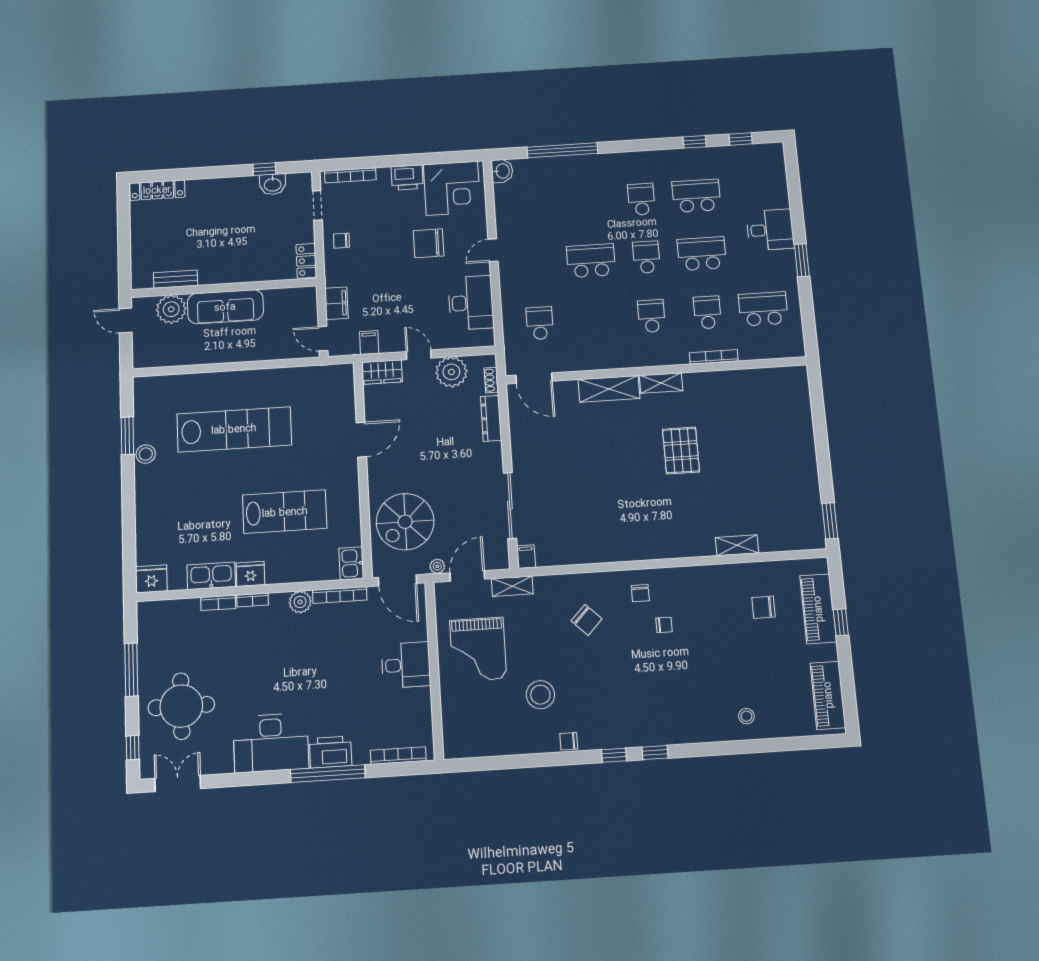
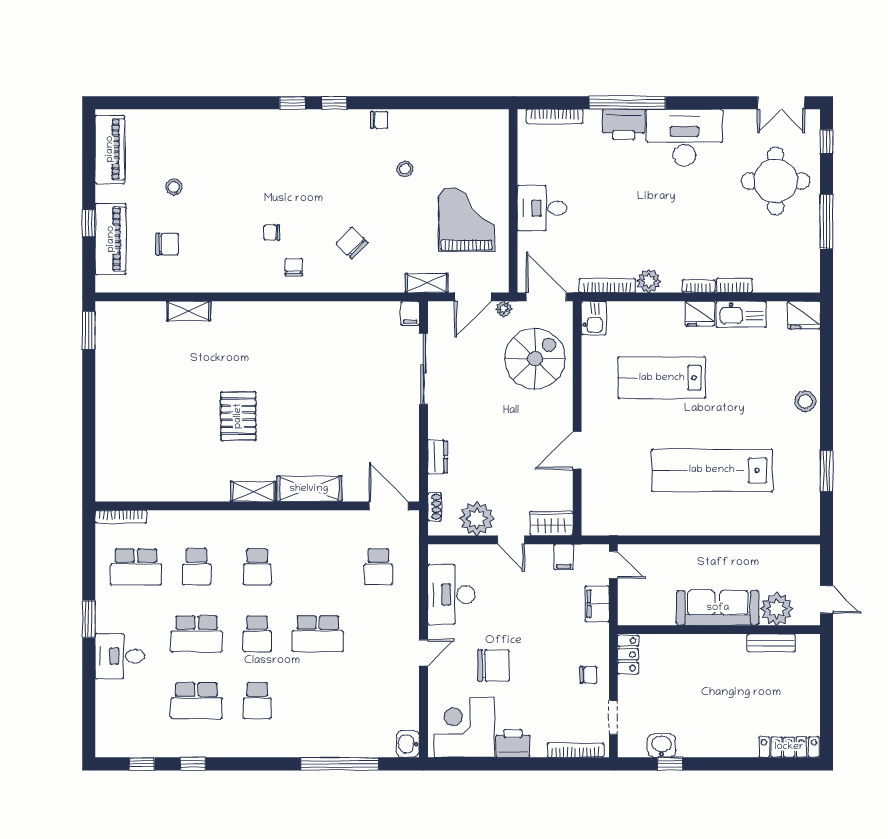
bookcase: (714, 357) -> (121, 517), moved
dresser: (491, 418) -> (437, 457), width x0.70
stool: (146, 454) -> (805, 401), moved
stool: (540, 695) -> (405, 169), width x0.53, depth x0.53
stool: (746, 716) -> (174, 187), moved

